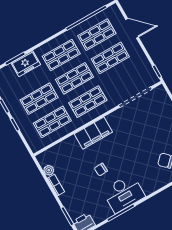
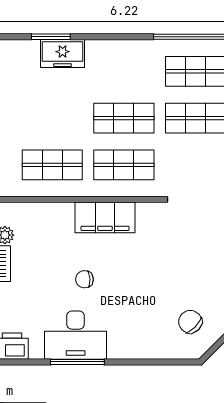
shop shelf: (61, 55) -> (124, 71), removed
shop shelf: (39, 99) -> (52, 118), removed
desk: (124, 193) -> (76, 335), moved

